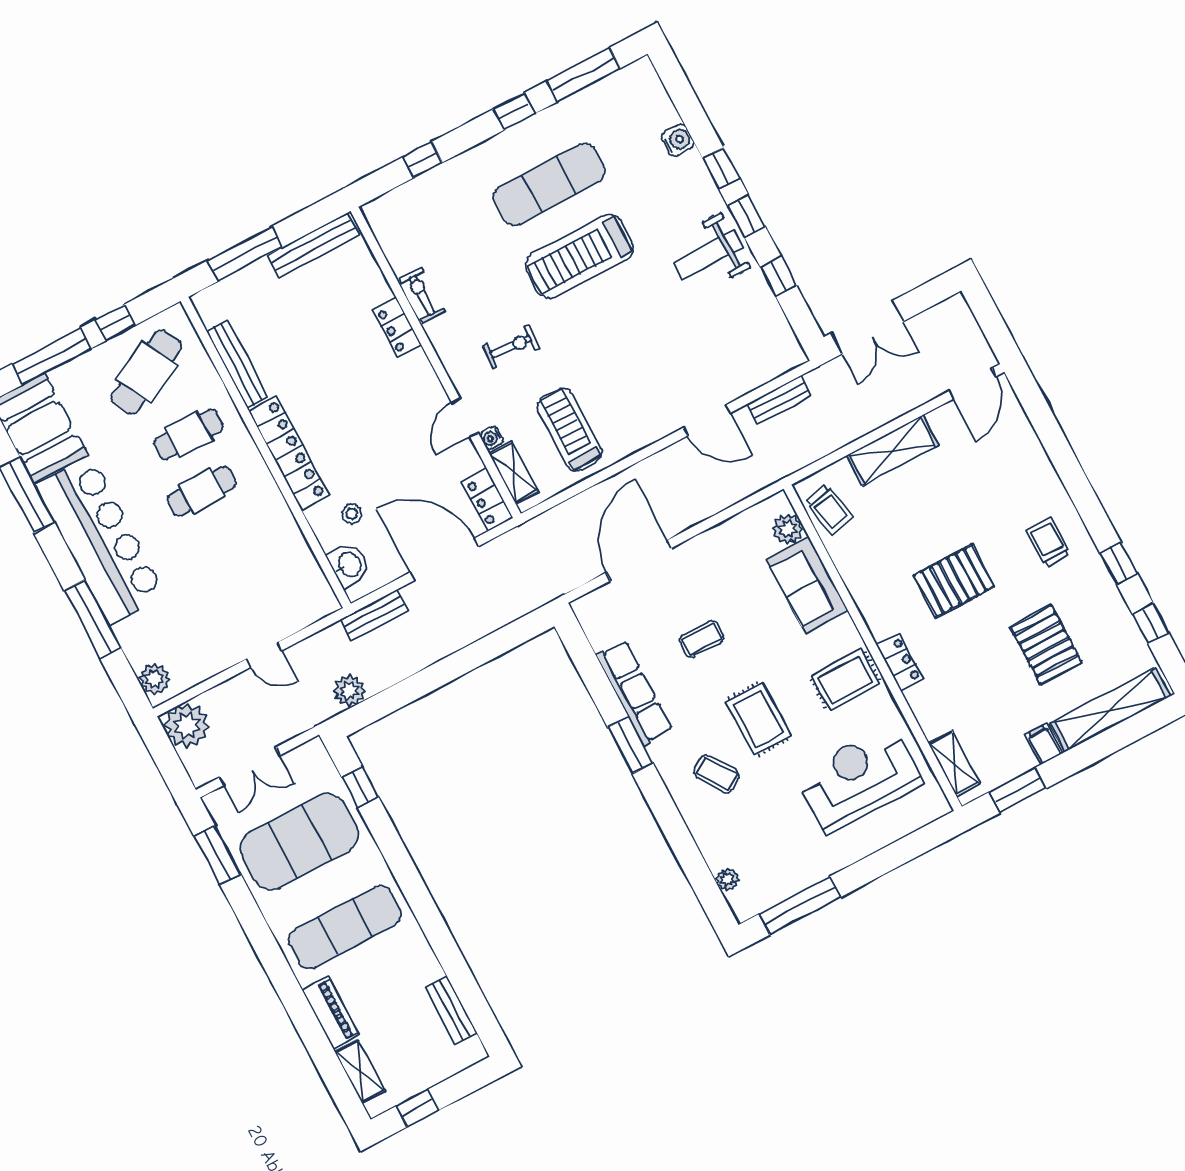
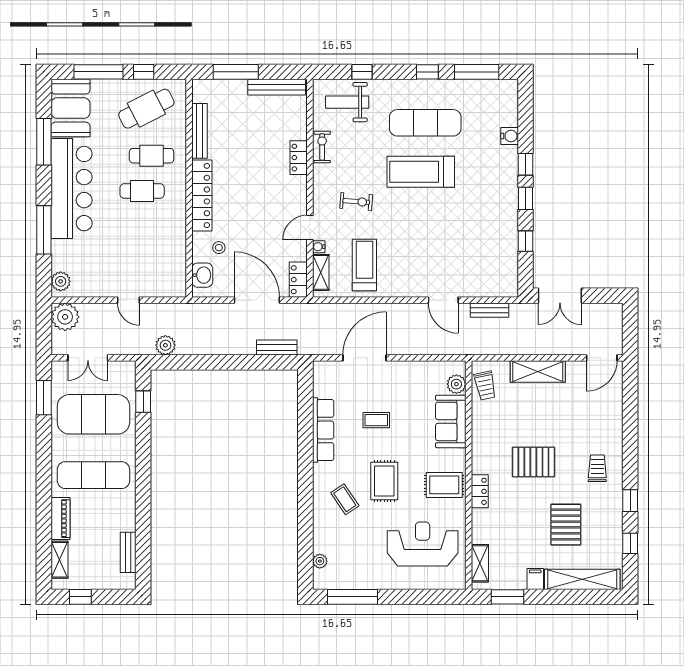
weight bench: (708, 255) -> (347, 102), moved
bench: (374, 615) -> (277, 347), moved
window: (630, 745) -> (305, 458), removed

